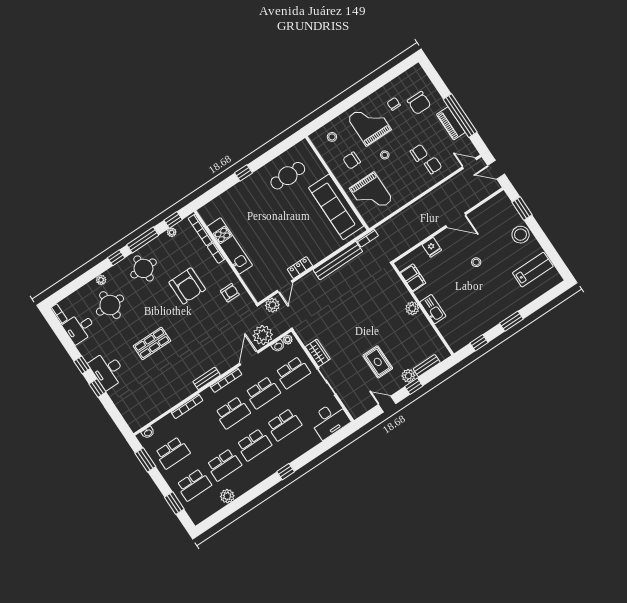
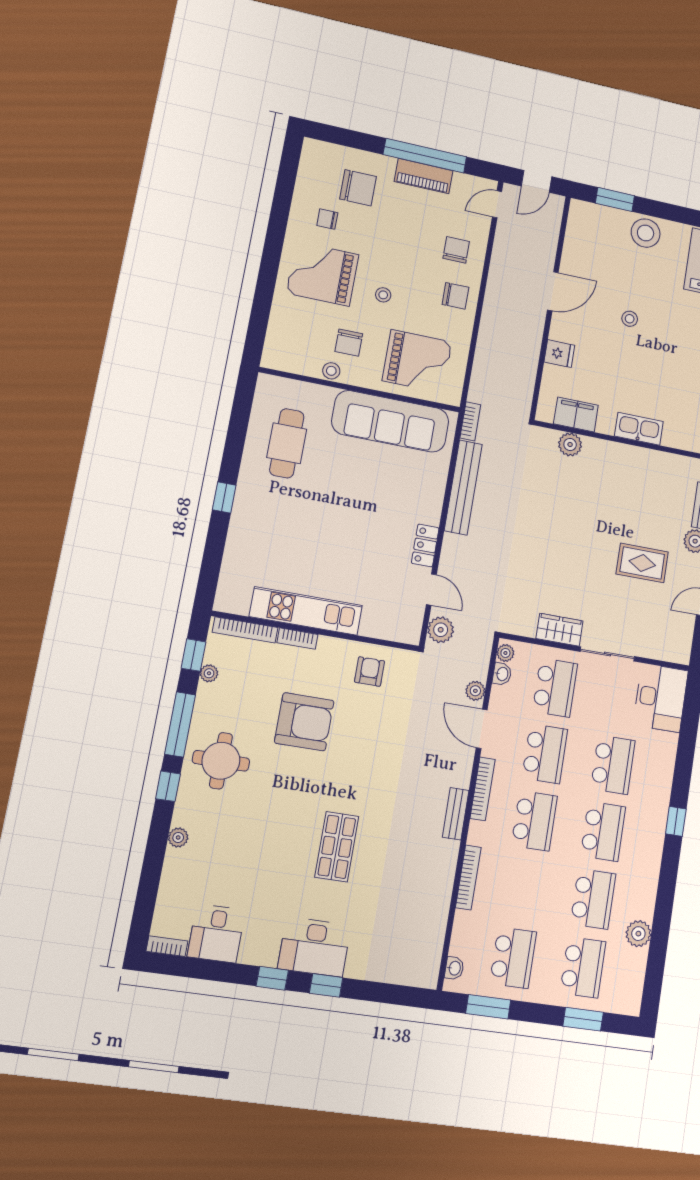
stool: (332, 137) -> (331, 371), moved
chair: (419, 153) -> (455, 296), moved, turned 90
round table: (110, 305) -> (226, 858), removed
plant: (412, 308) -> (570, 445), moved
plant: (263, 335) -> (475, 691), width x0.53, depth x0.53

